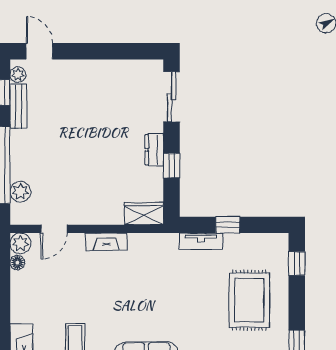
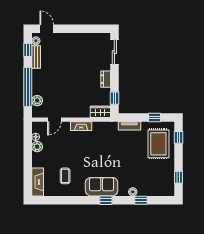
window: (172, 166) -> (114, 98), moved
window: (228, 225) -> (155, 118), moved
plant: (20, 243) -> (37, 147), moved
rug: (249, 300) -> (158, 144), moved

